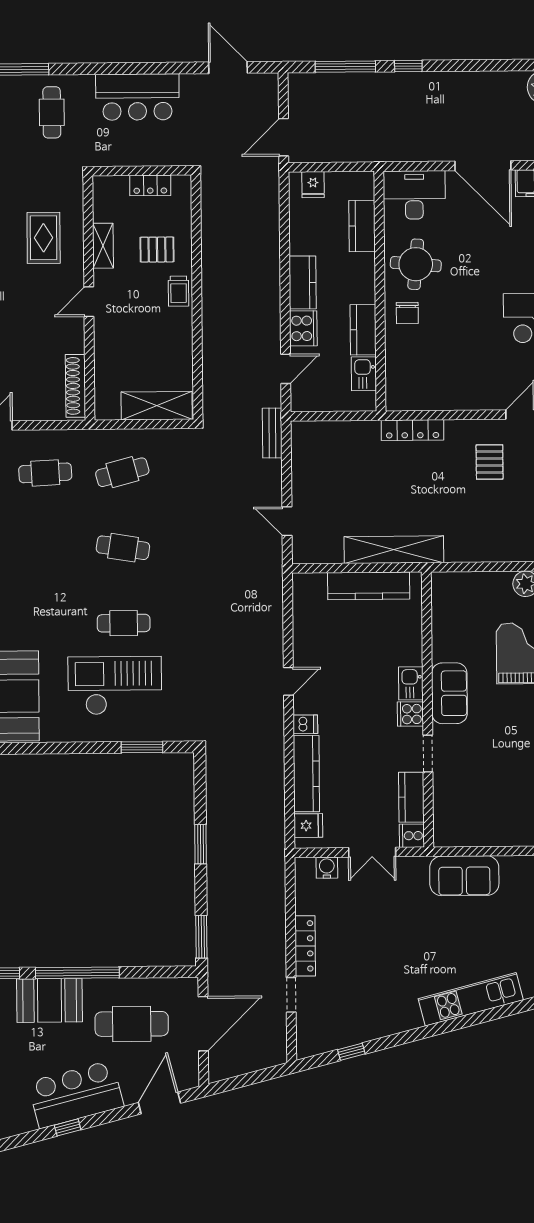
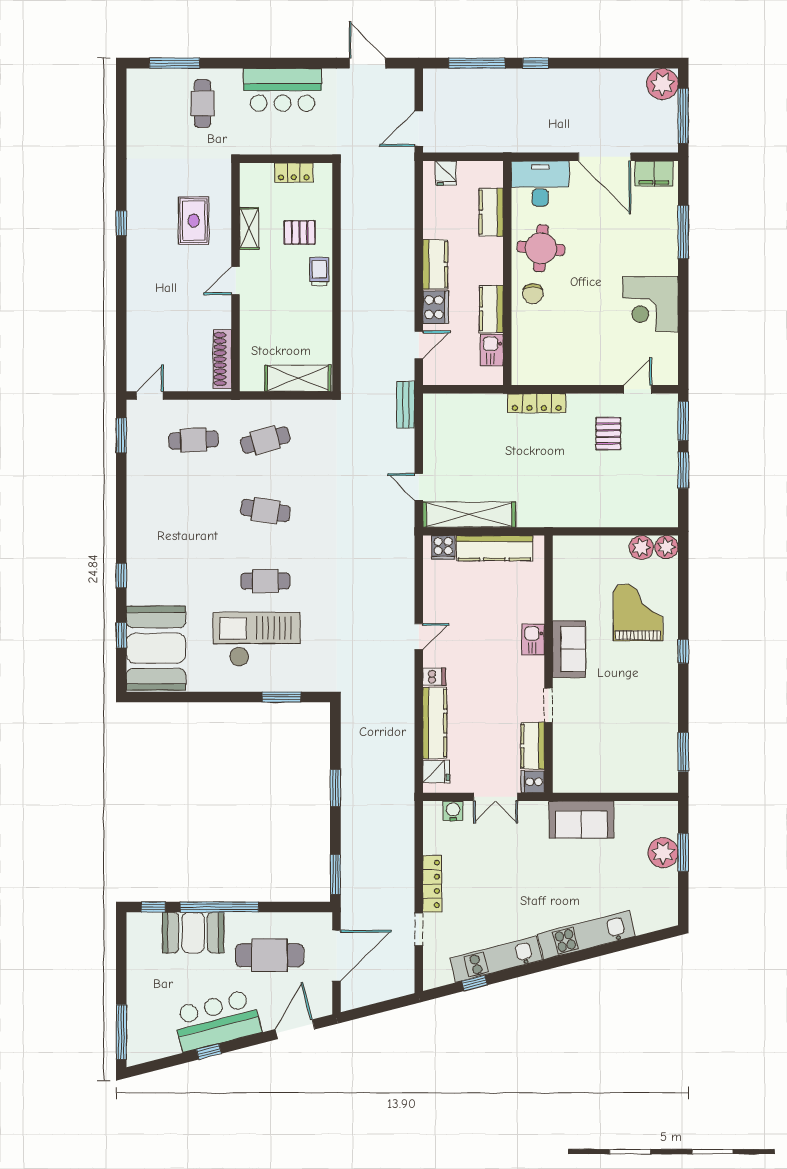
trolley: (179, 291) -> (319, 271), turned 180
shelving: (394, 550) -> (469, 515), moved
cooker: (410, 714) -> (443, 547), moved, turned -90
kitchen unit: (374, 1026) -> (496, 959), added

